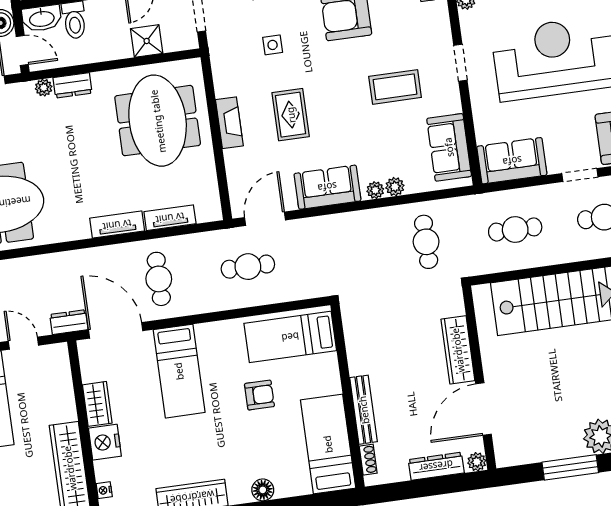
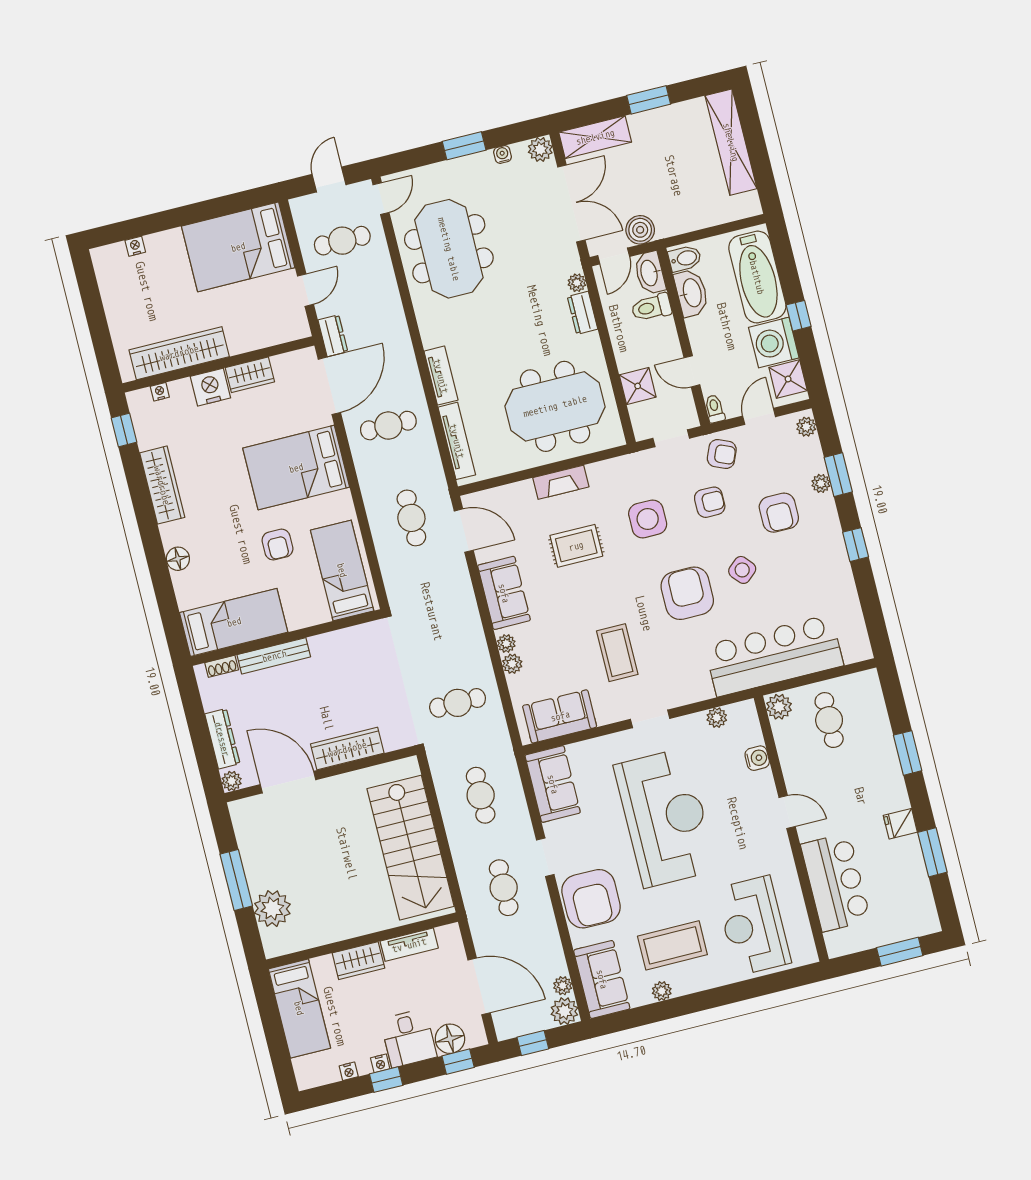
side table: (273, 45) -> (648, 519), width x1.87, depth x1.87
tv unit: (170, 218) -> (457, 441), width x1.41
bed: (179, 371) -> (296, 468), width x1.50

